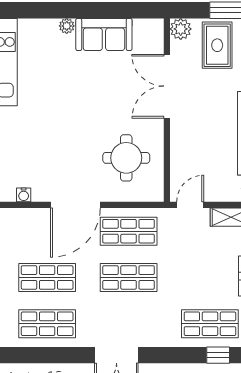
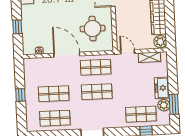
door: (75, 205) -> (67, 55), swing flipped
door: (190, 205) -> (128, 52), hinge flipped

